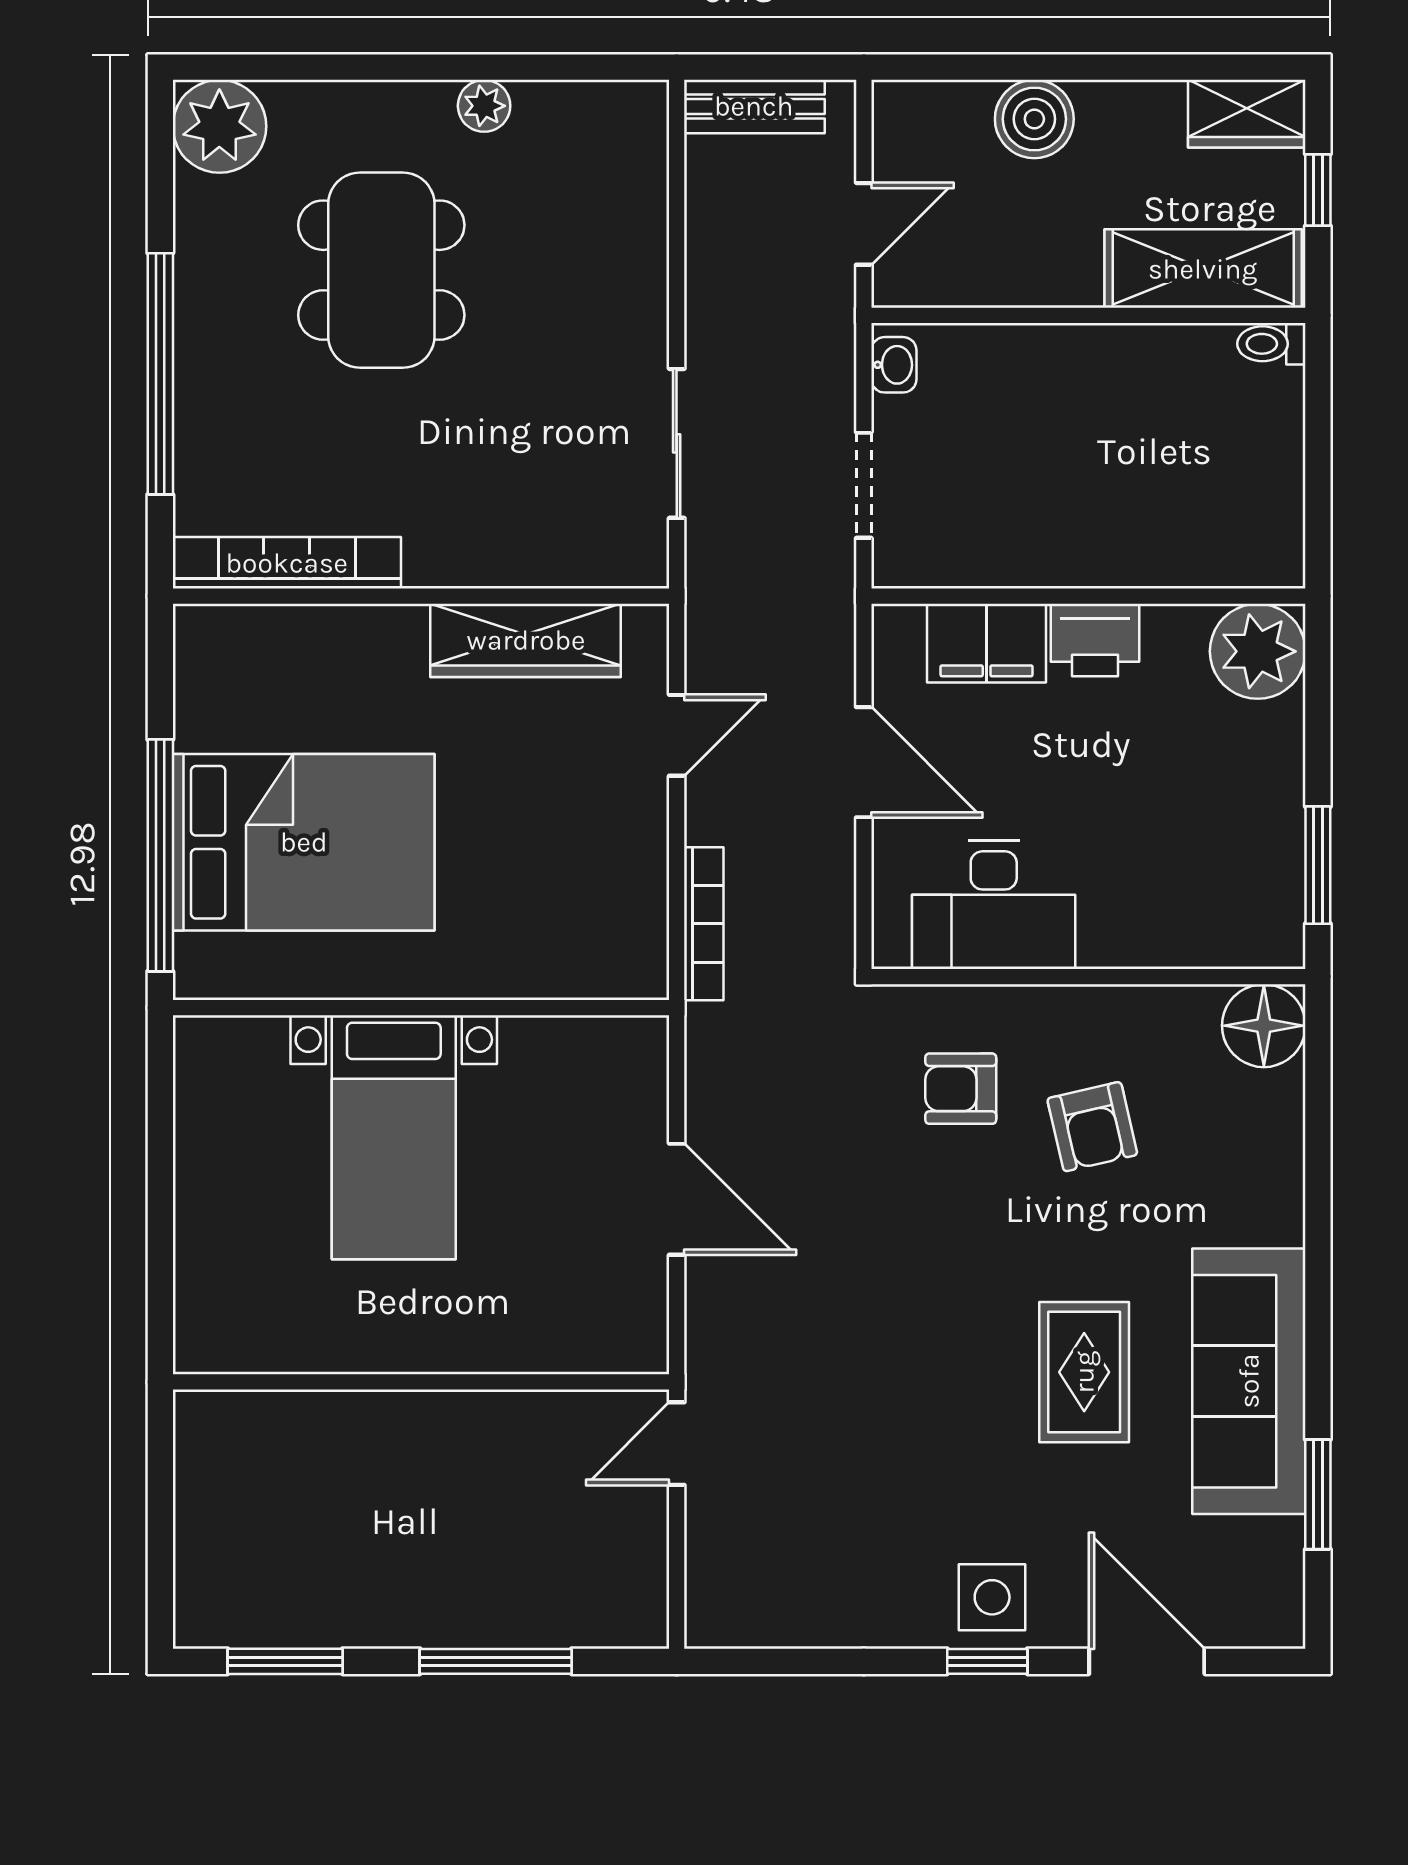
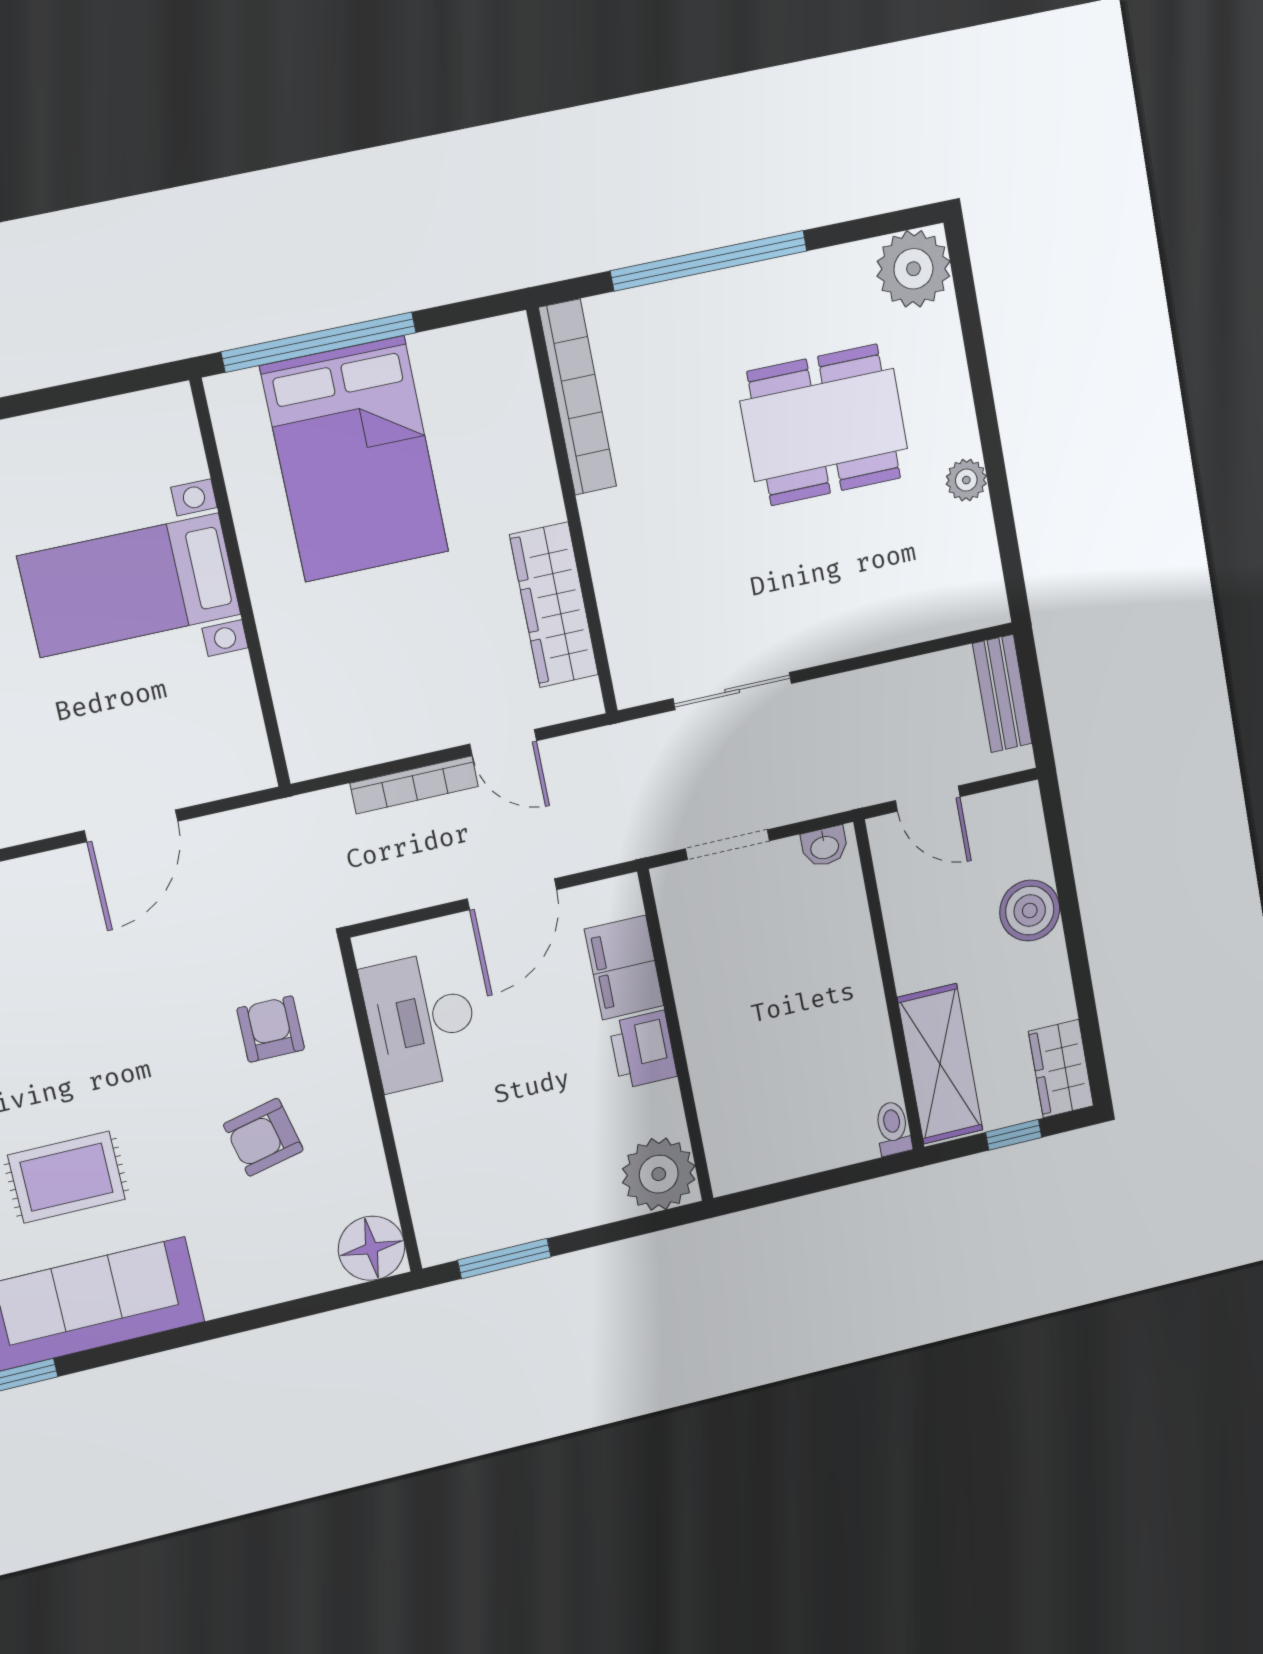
bookcase: (704, 924) -> (414, 785), moved

